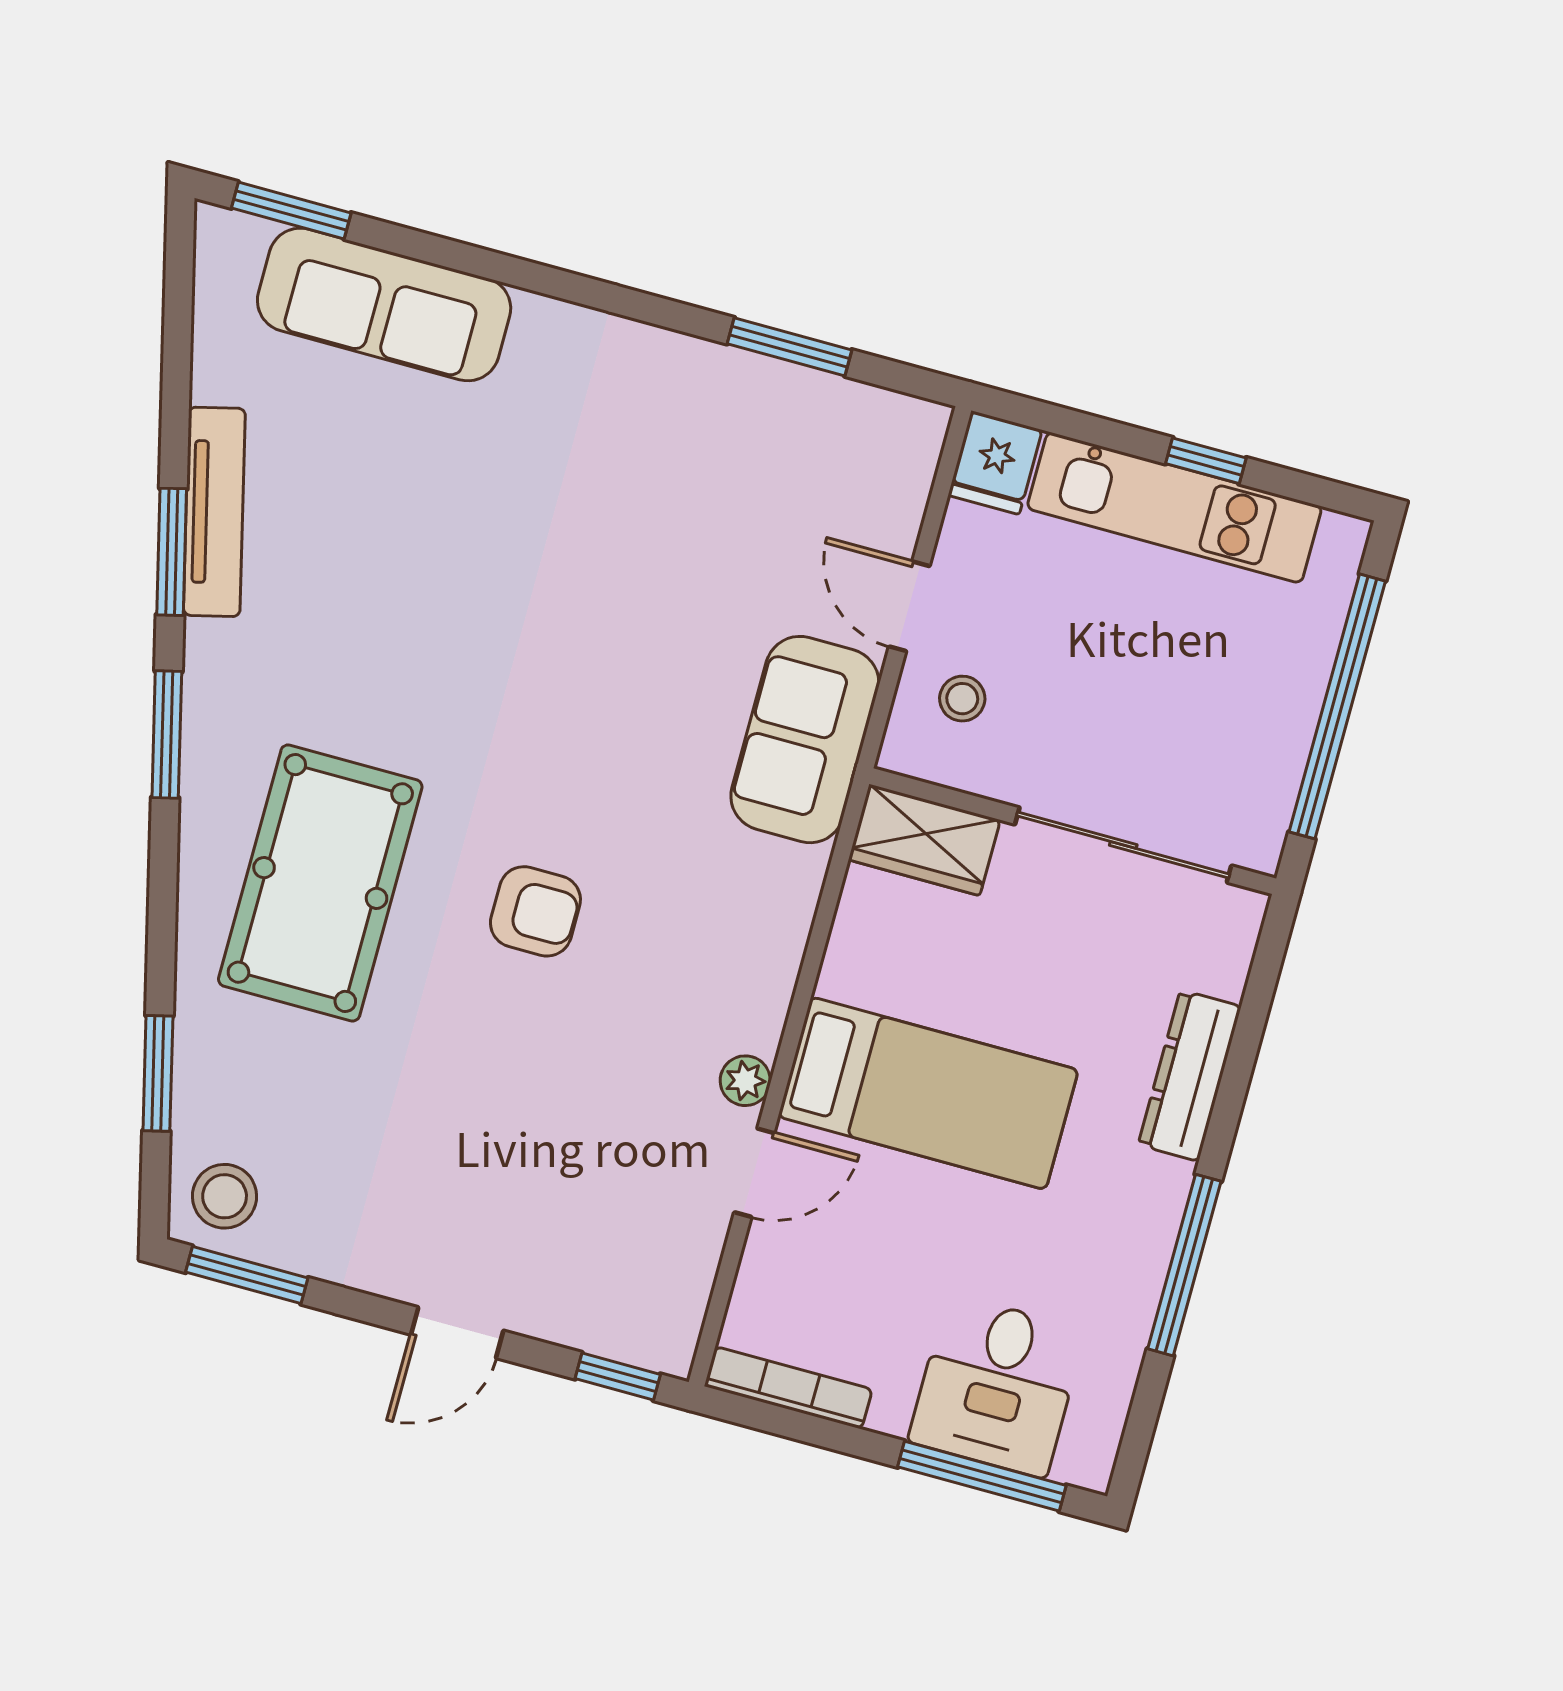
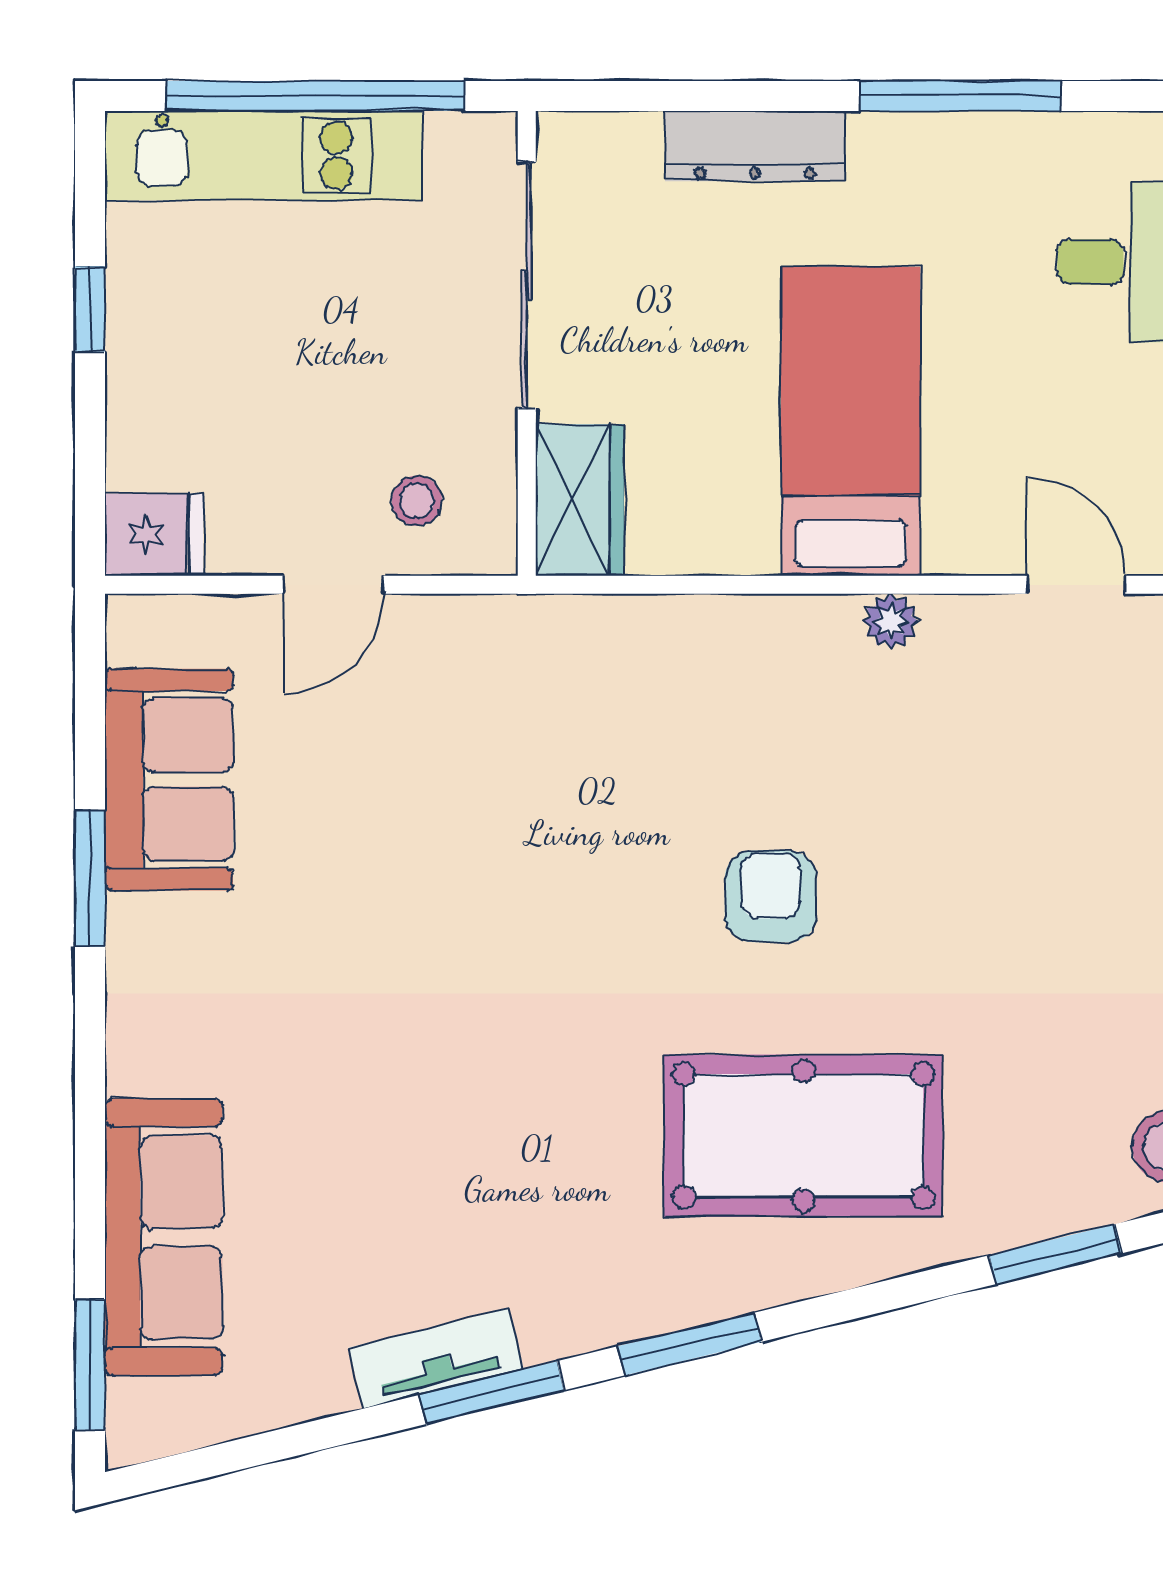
window: (789, 347) -> (90, 879), moved
kitchen unit: (1174, 508) -> (263, 155), moved, turned 90
tv unit: (214, 512) -> (436, 1359), width x0.71
sofa: (805, 740) -> (169, 780), moved, turned -90
door: (754, 1173) -> (1076, 585), moved

